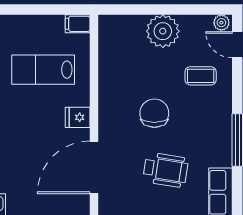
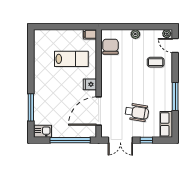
plant: (163, 31) -> (135, 34), width x0.53, depth x0.53
lab bench: (43, 70) -> (71, 59), turned 180
chair: (154, 113) -> (110, 47), moved

